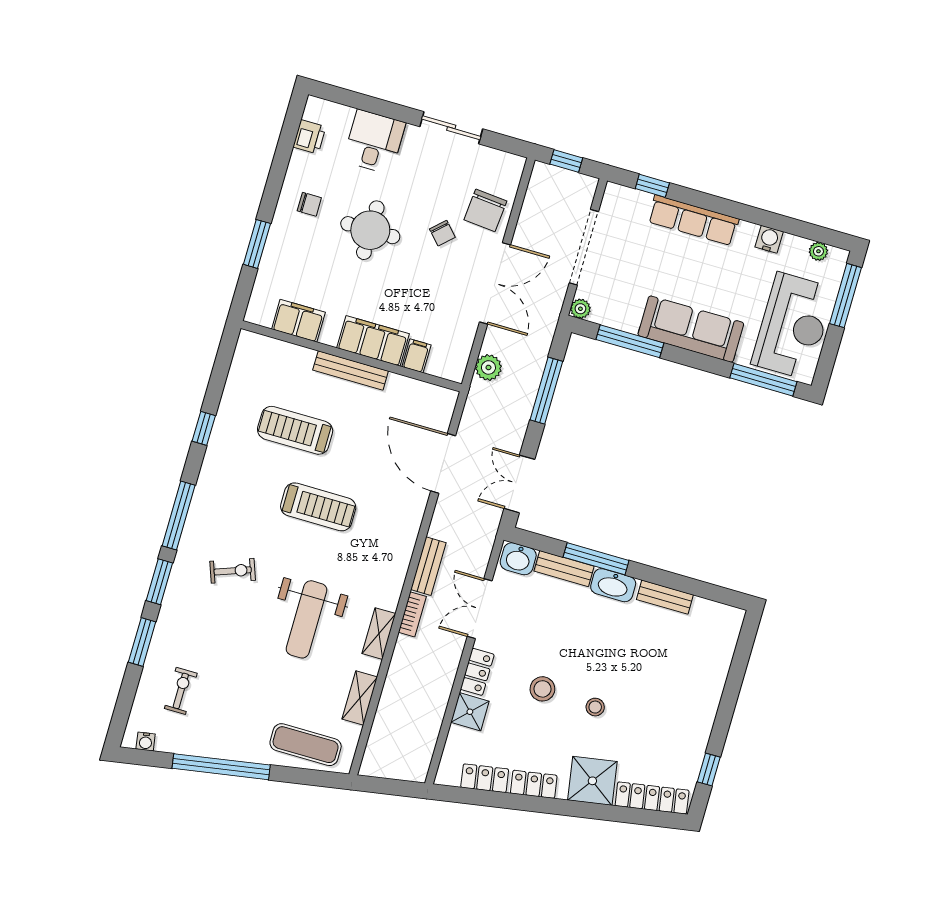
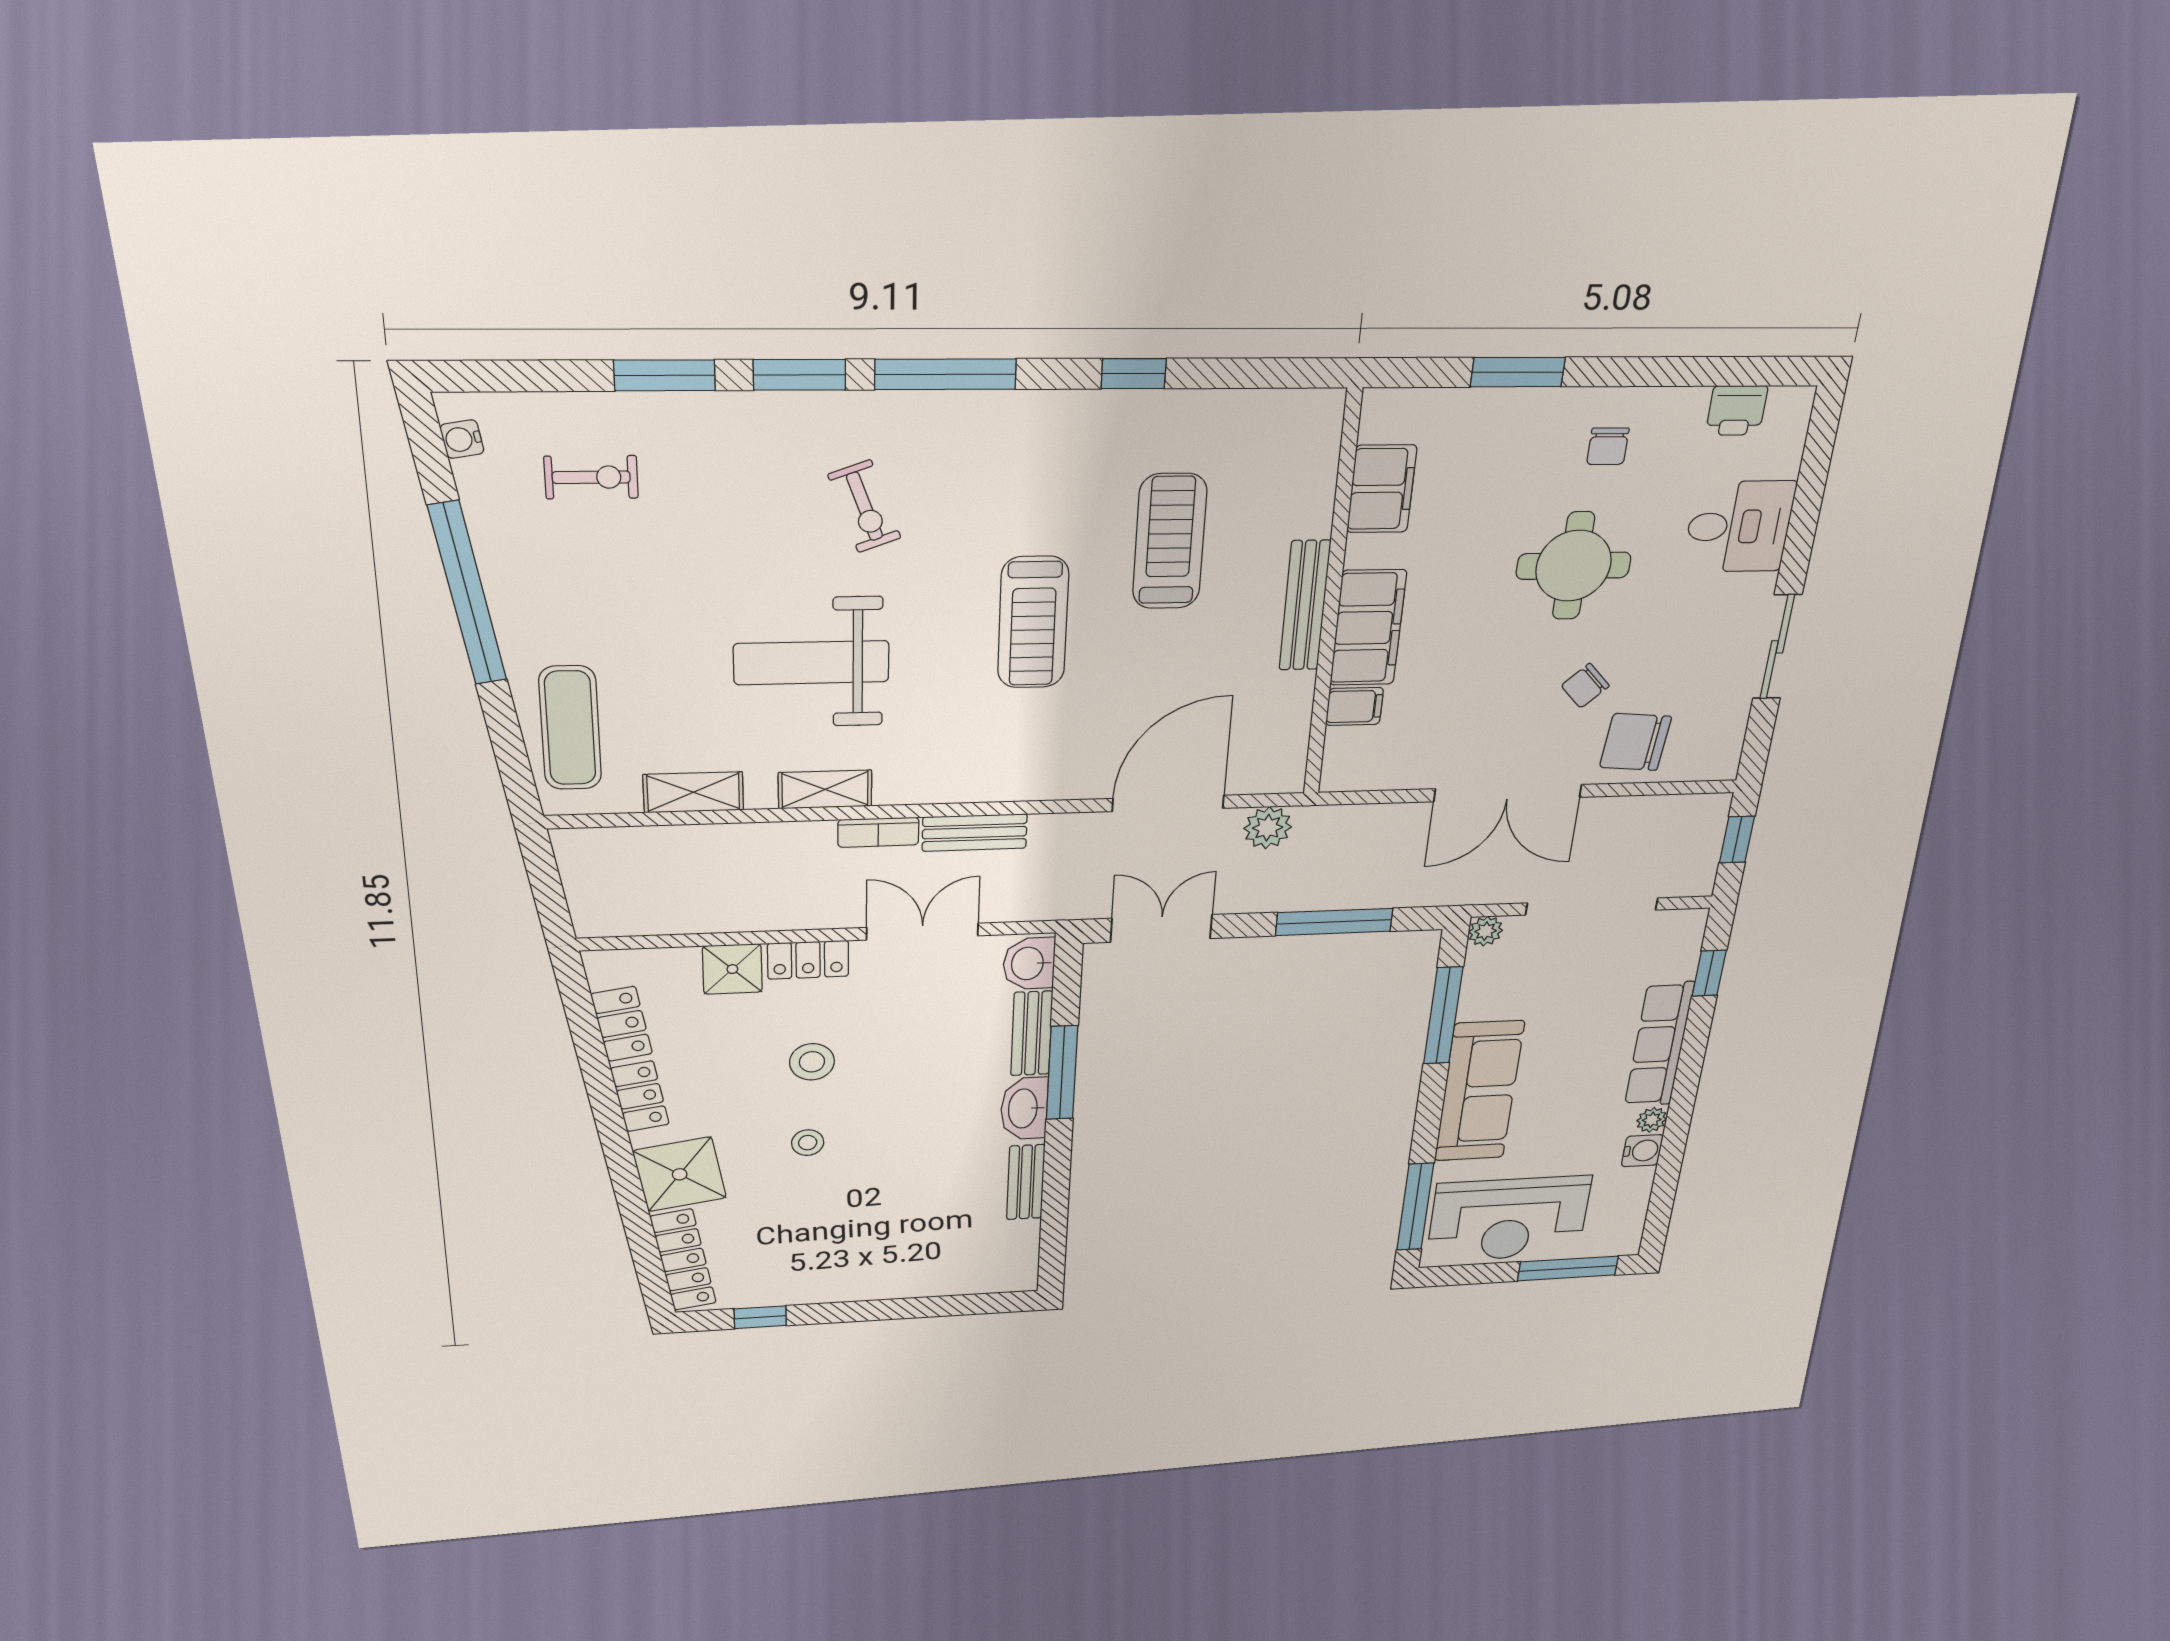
plant: (818, 251) -> (1652, 1120), moved
plant: (488, 367) -> (1268, 828), moved

